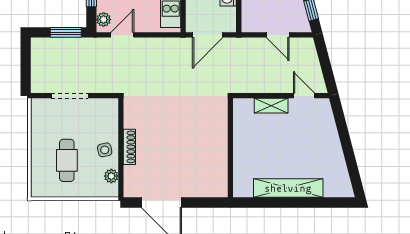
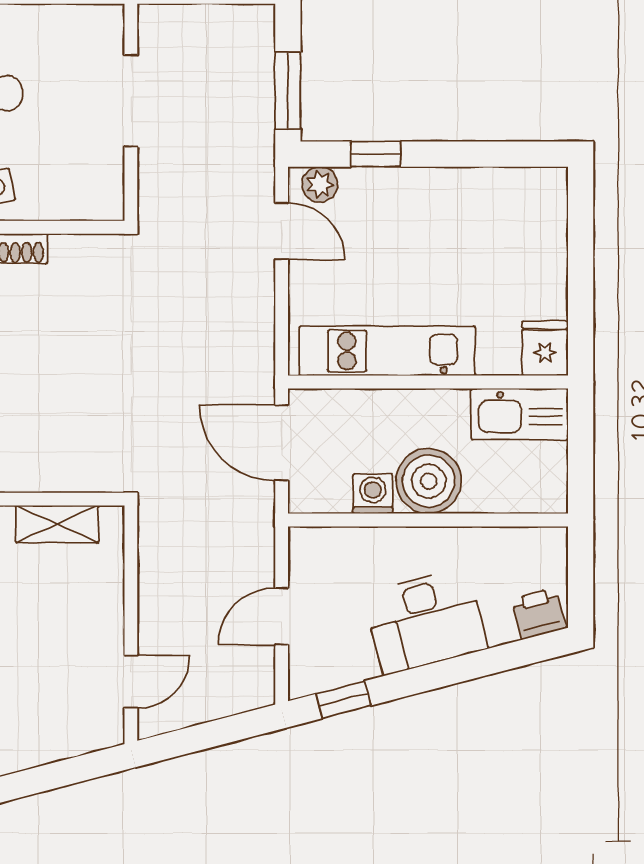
shelving: (271, 106) -> (57, 524), moved, turned 90

